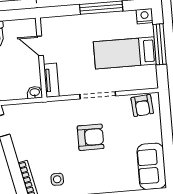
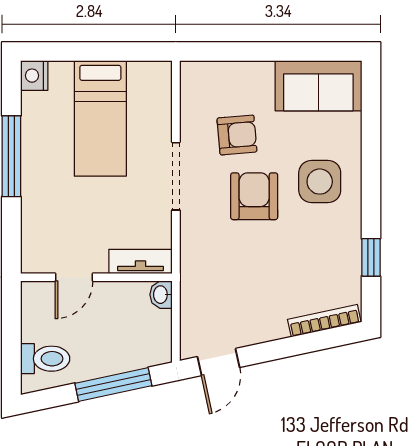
window: (160, 44) -> (89, 52), removed
armchair: (142, 106) -> (237, 135), moved
side table: (57, 179) -> (320, 182), moved, width x1.87, depth x1.87

